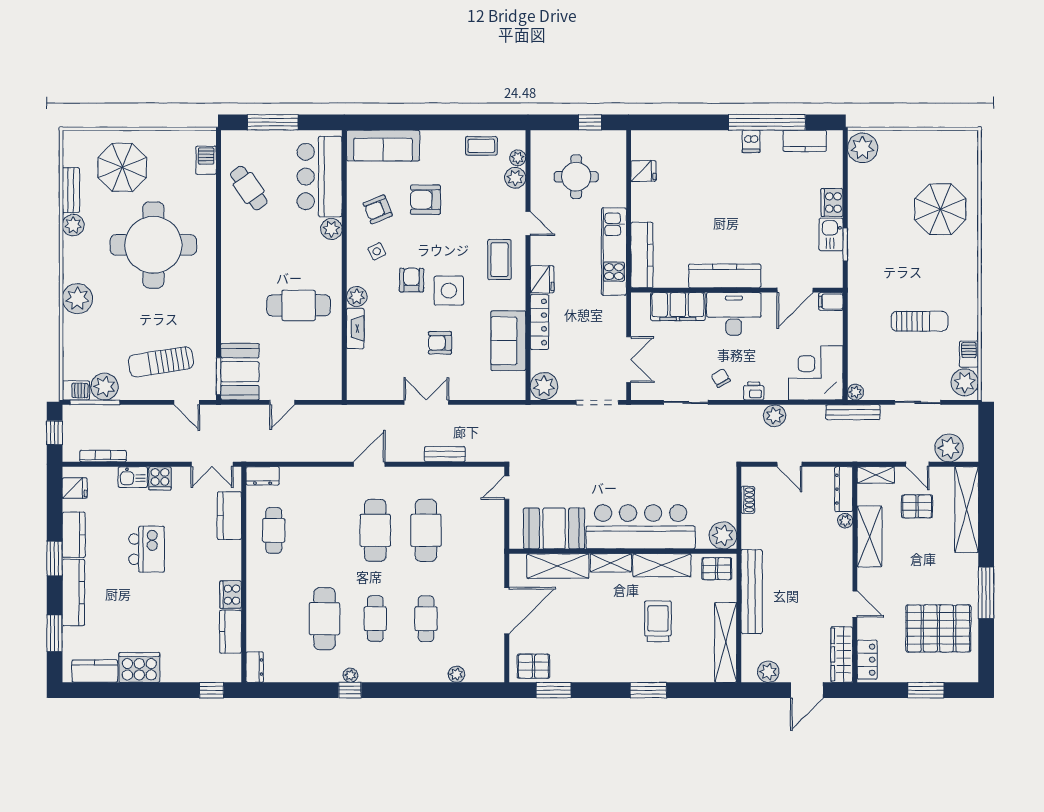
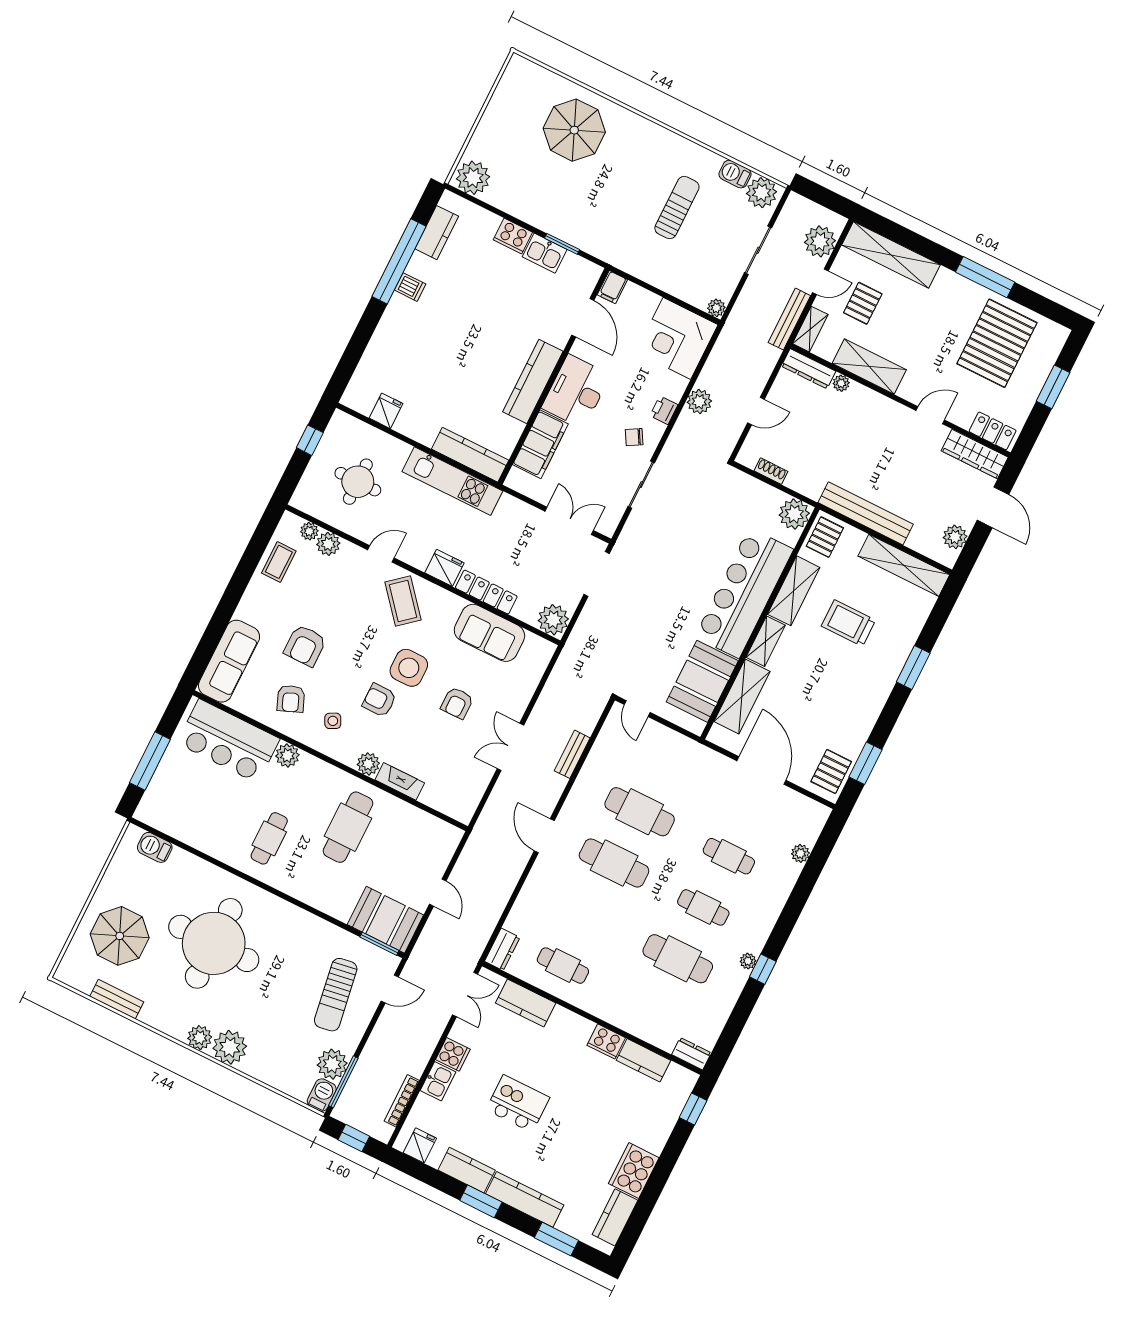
cafe table: (249, 188) -> (269, 838), moved, turned -55
plant: (73, 225) -> (200, 1038), moved
coffee table: (499, 260) -> (403, 601), turned 50
bench: (853, 412) -> (789, 319), moved

